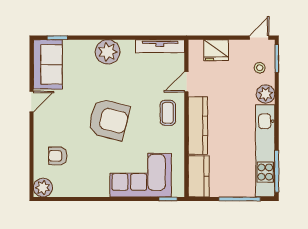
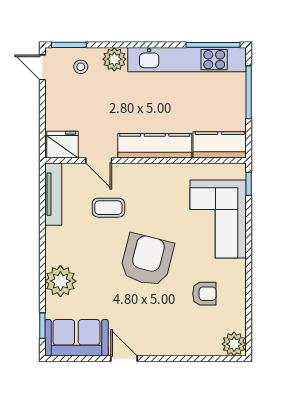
fridge: (216, 50) -> (63, 145), moved, turned -90
plant: (108, 52) -> (60, 281), moved
coffee table: (168, 113) -> (108, 208), moved
armchair: (58, 156) -> (204, 294), moved, turned -90

